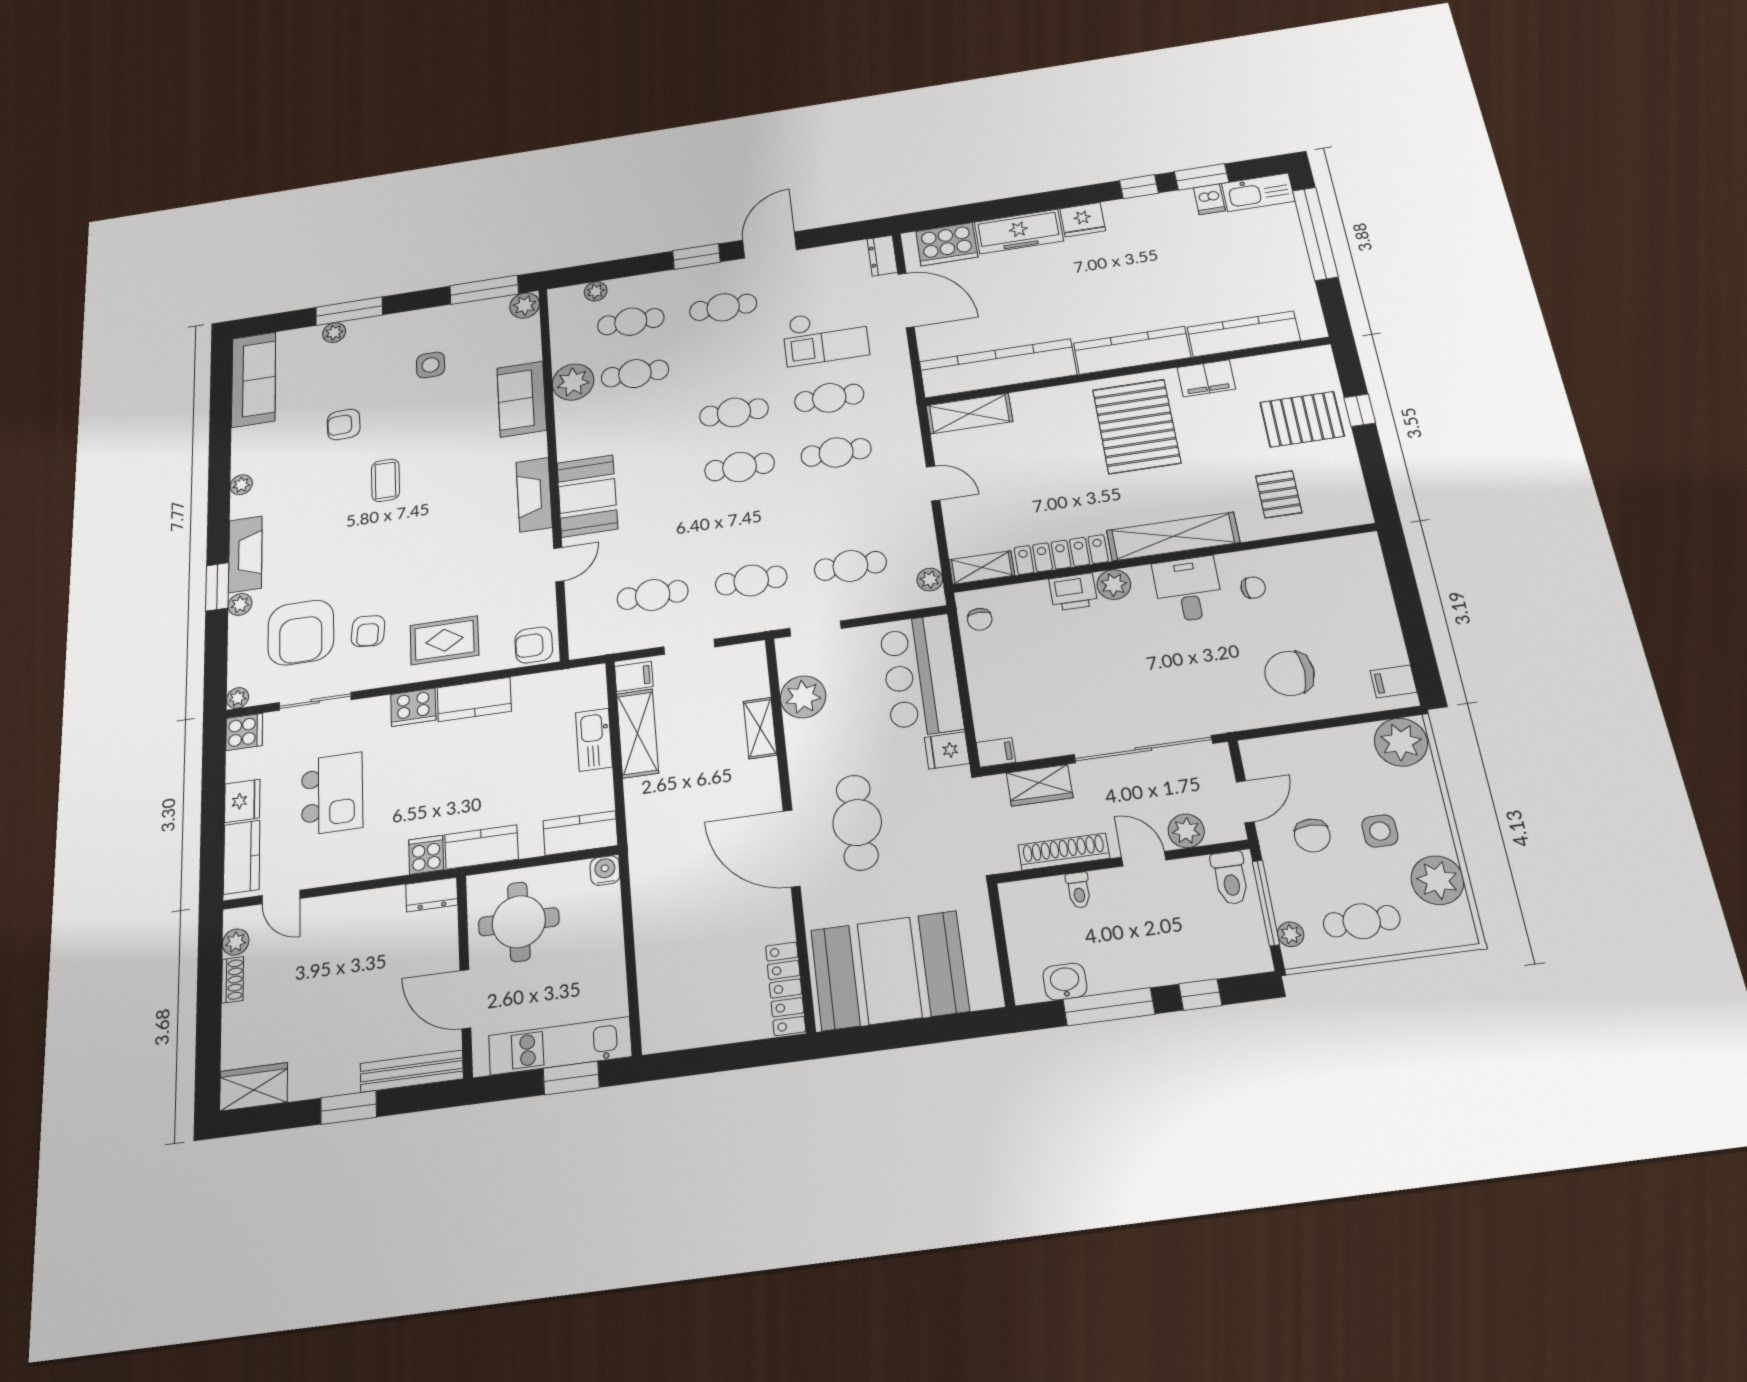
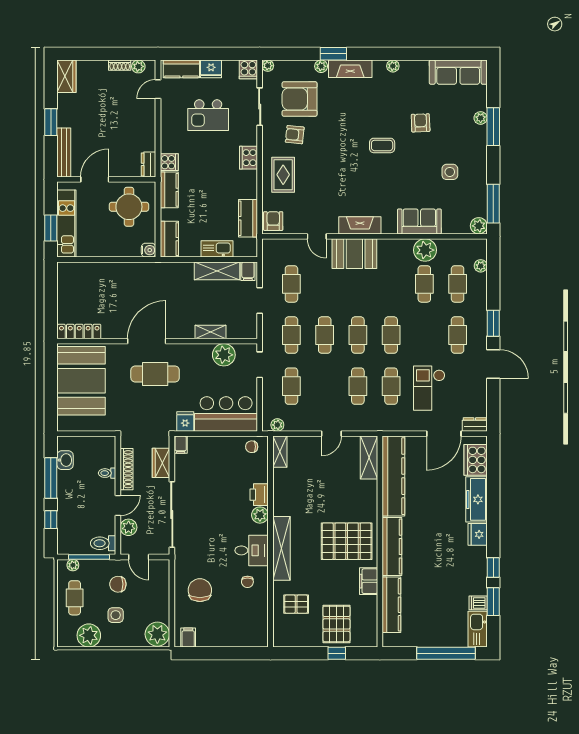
cafe table: (745, 523) -> (325, 335), added
locker: (1061, 555) -> (281, 492), removed
kitchen counter: (474, 699) -> (248, 218), moved

